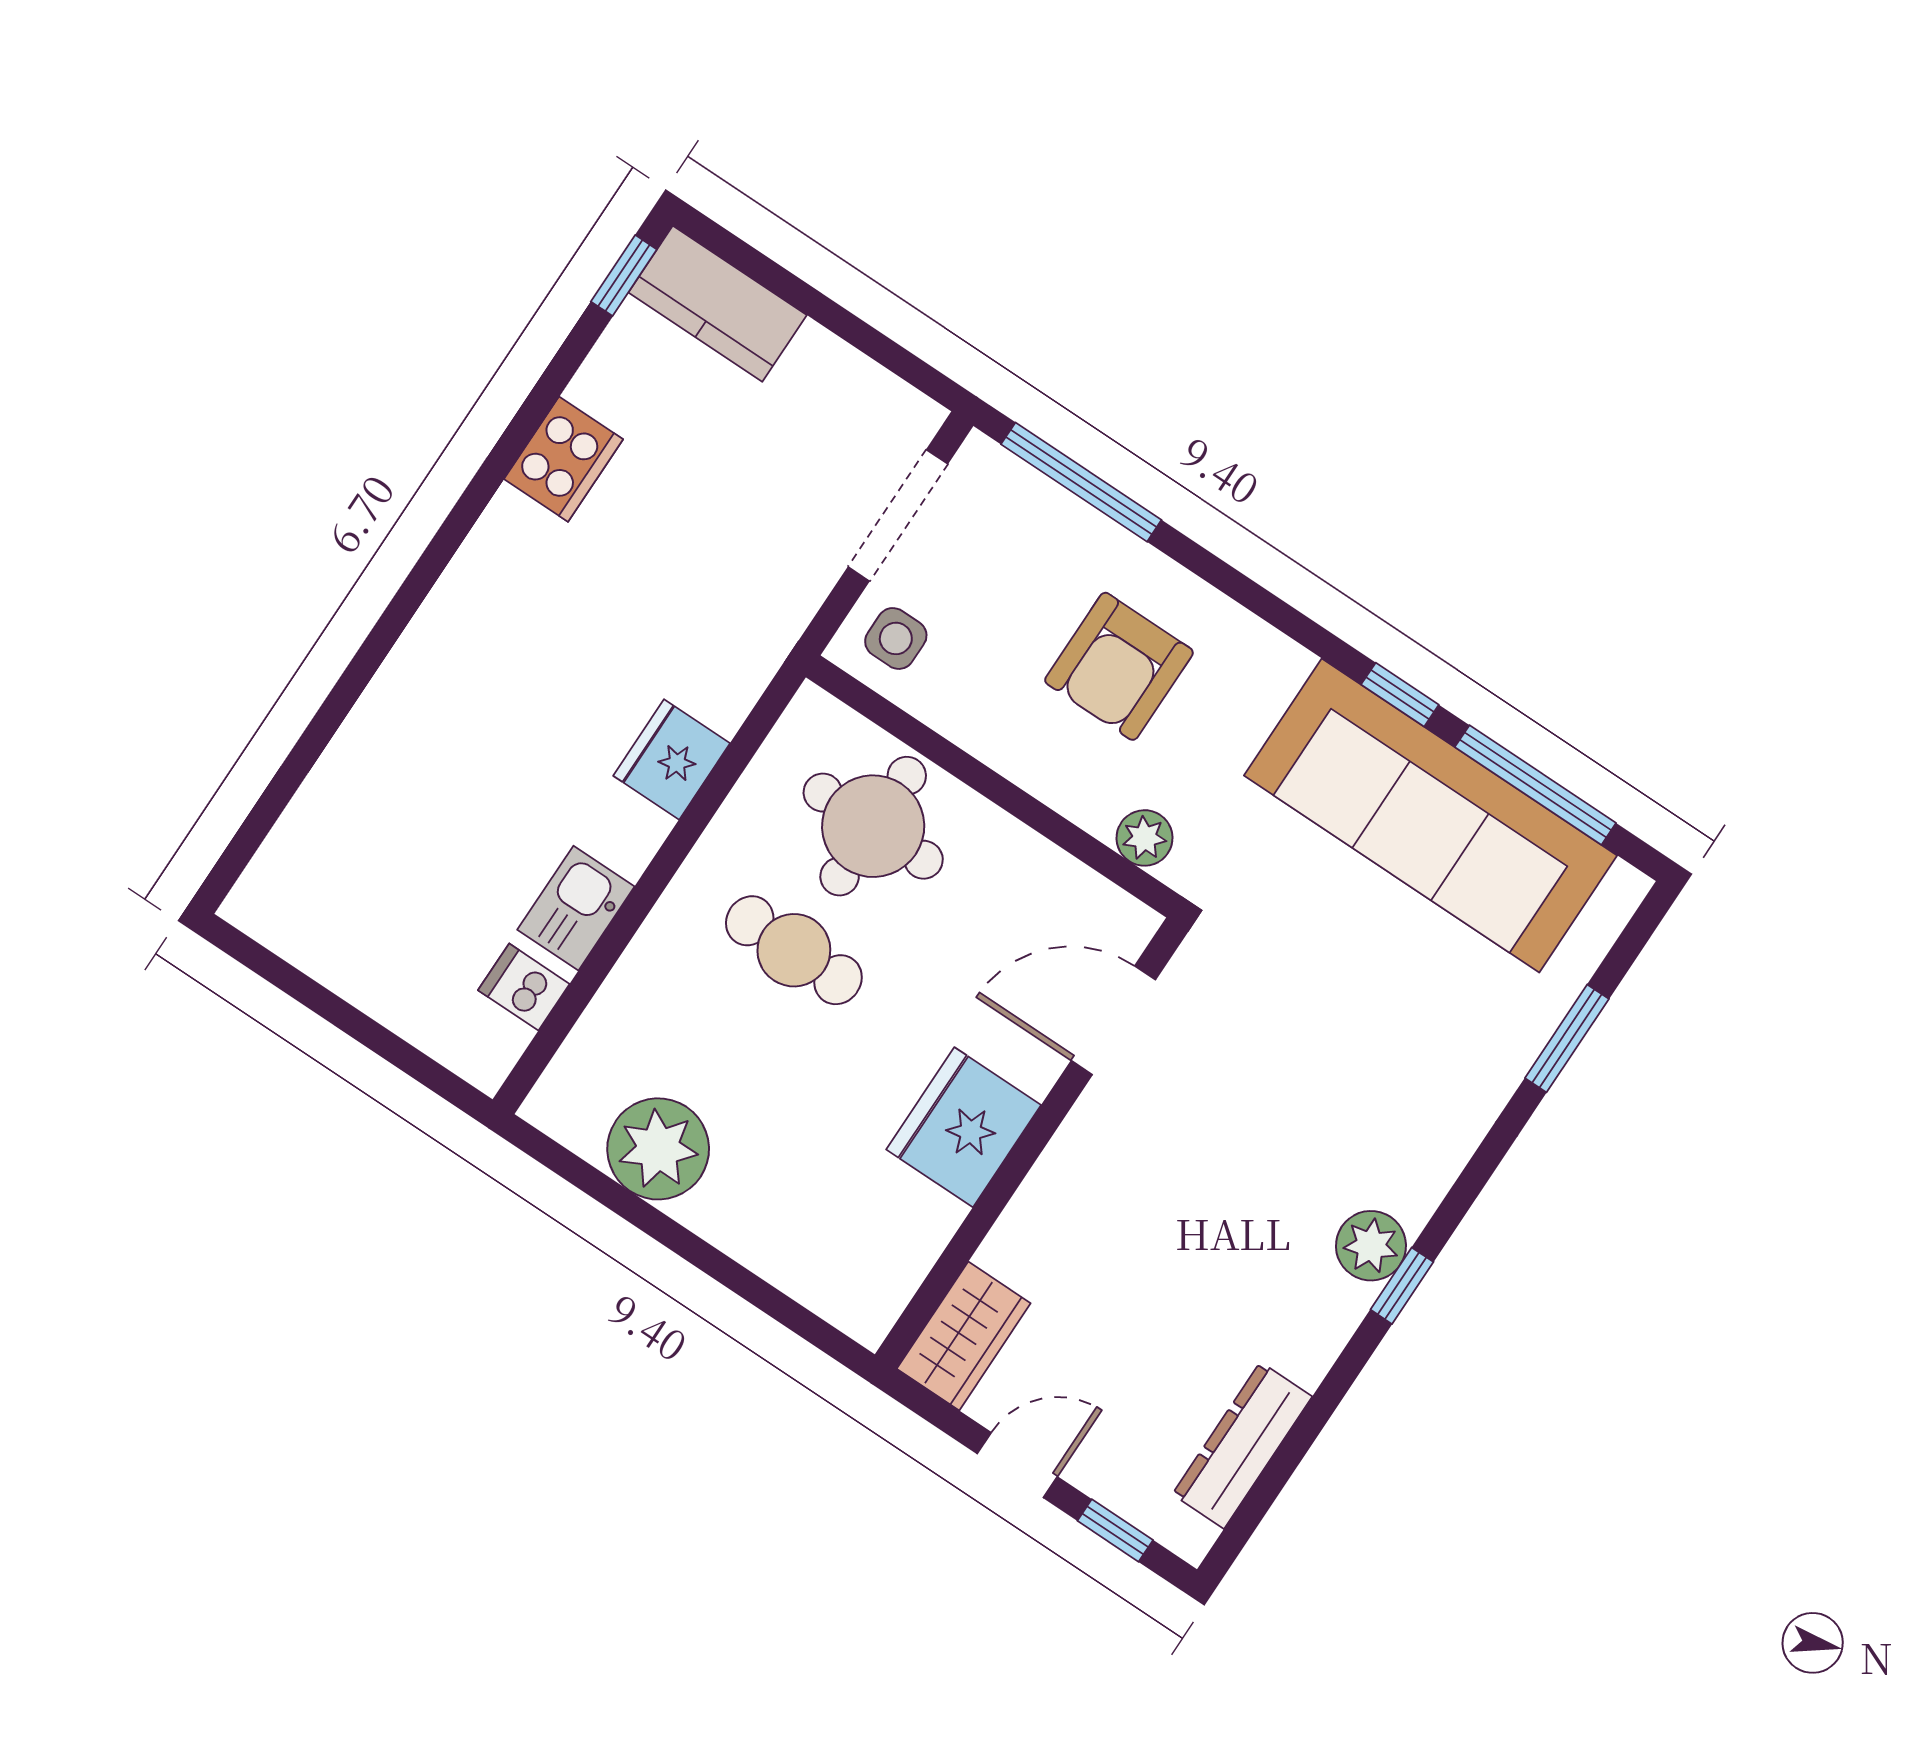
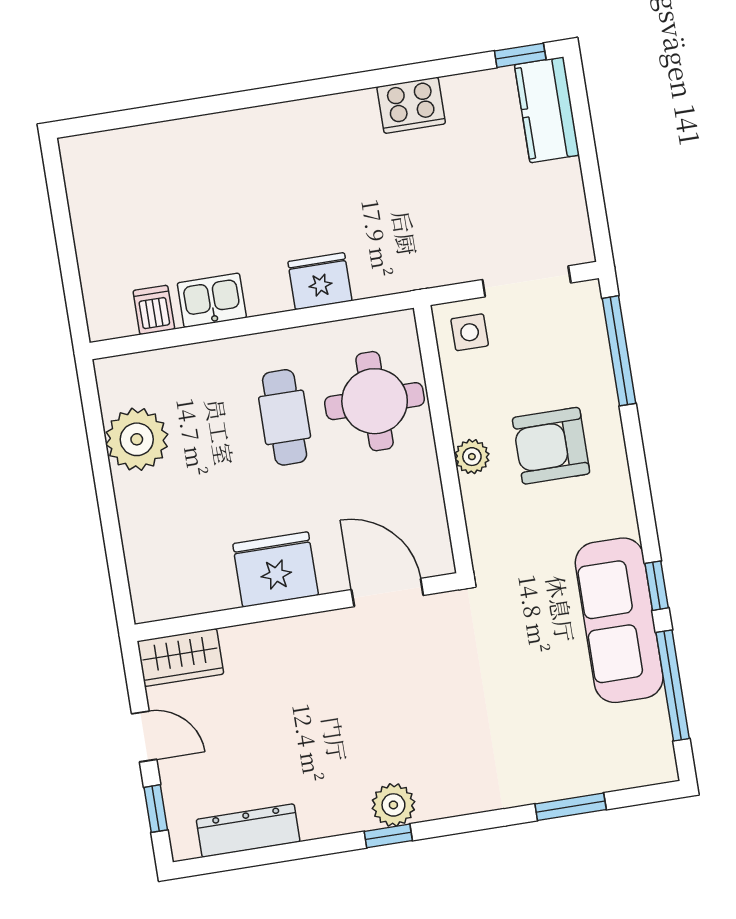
sofa: (1430, 815) -> (619, 620), width x0.74, depth x0.79
plant: (1144, 838) -> (472, 457), moved

